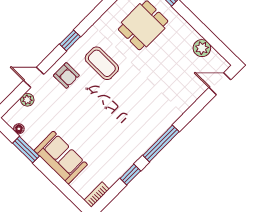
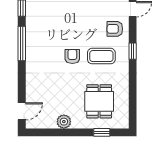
plant: (202, 48) -> (64, 122), moved
armchair: (128, 88) -> (72, 56), added

